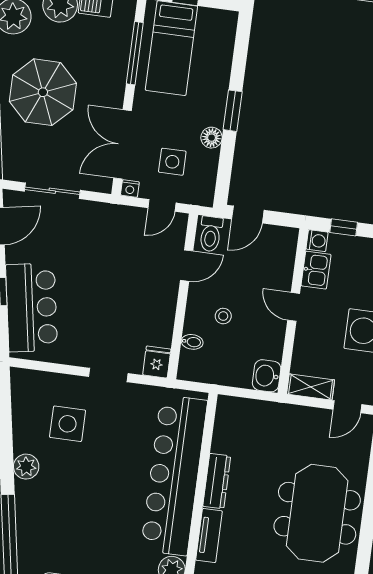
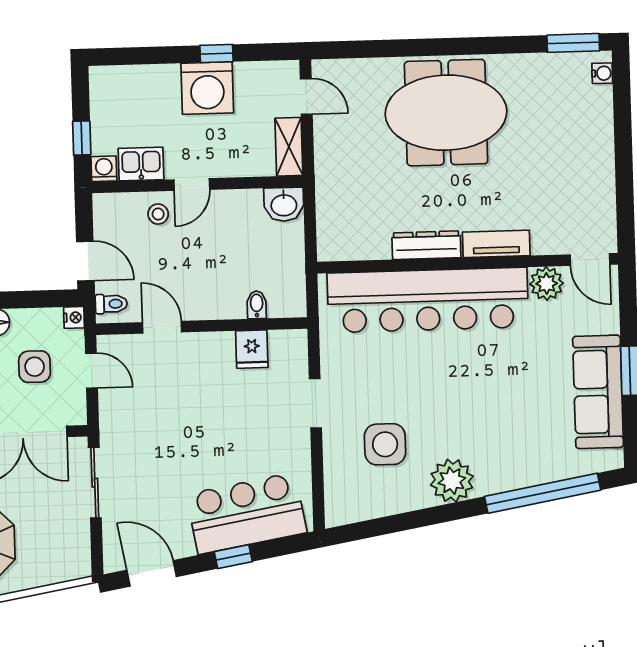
nightstand: (130, 189) -> (74, 317), moved
sliding door: (52, 191) -> (95, 483), moved
toilet: (211, 234) -> (111, 304), width x0.73, depth x0.72
stool: (223, 316) -> (158, 214), moved
fridge: (157, 362) -> (252, 349), moved, turned -90
plant: (26, 467) -> (452, 481), width x1.36, depth x1.36

